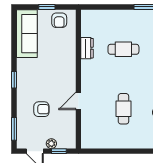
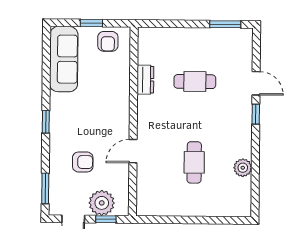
plant: (51, 144) -> (102, 203), width x1.87, depth x1.87

